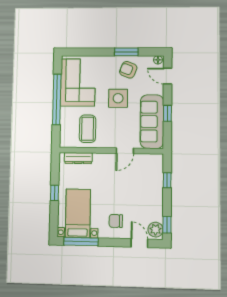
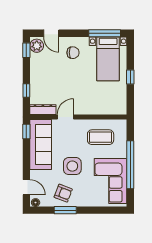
window: (167, 113) -> (26, 132), moved
coffee table: (88, 129) -> (101, 137), turned 90
dresser: (78, 158) -> (43, 110), moved

